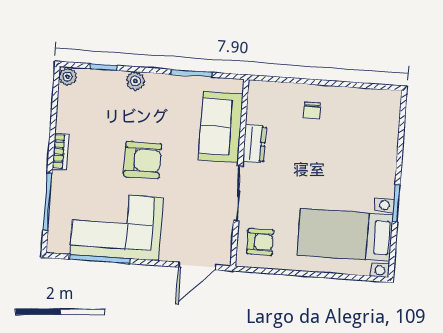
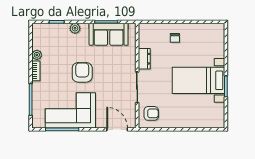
plant: (67, 77) -> (37, 55), moved
sofa: (221, 127) -> (109, 34), moved, turned -90
armchair: (143, 160) -> (82, 72), turned -90
bed with nightstands: (345, 235) -> (199, 80), moved
door: (197, 266) -> (117, 129), swing flipped

